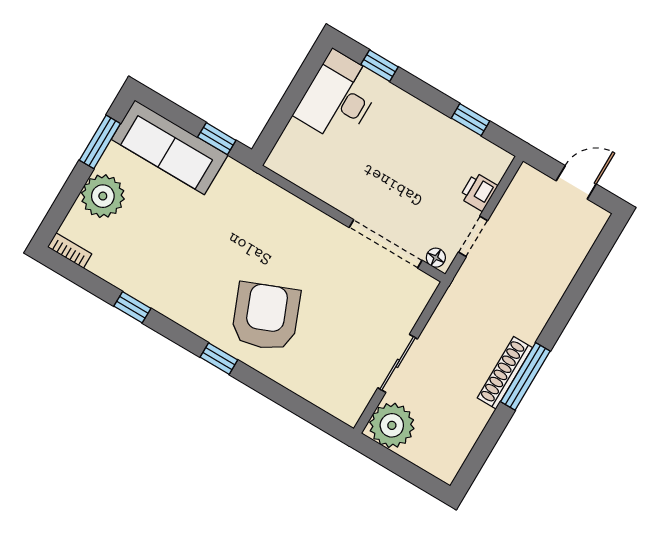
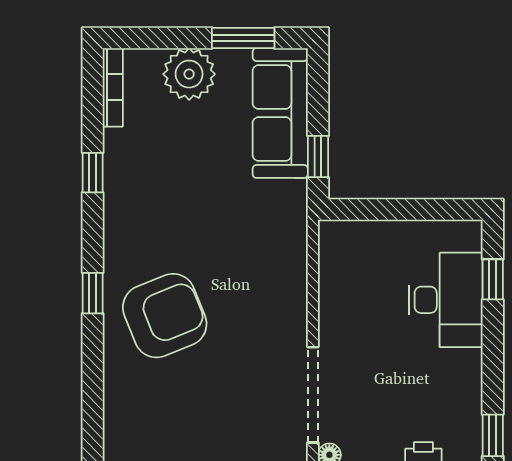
desk: (339, 97) -> (446, 300), moved, turned 90
window: (470, 120) -> (493, 435), moved
bookcase: (70, 250) -> (113, 87), width x1.56

